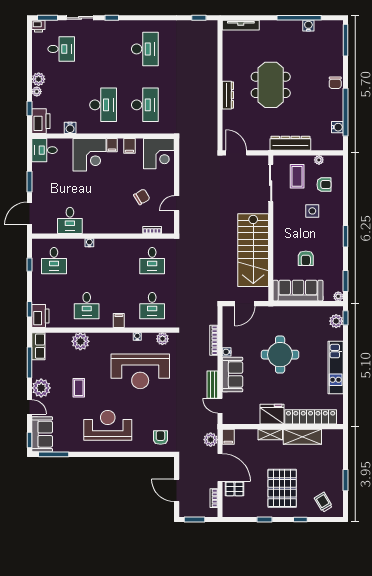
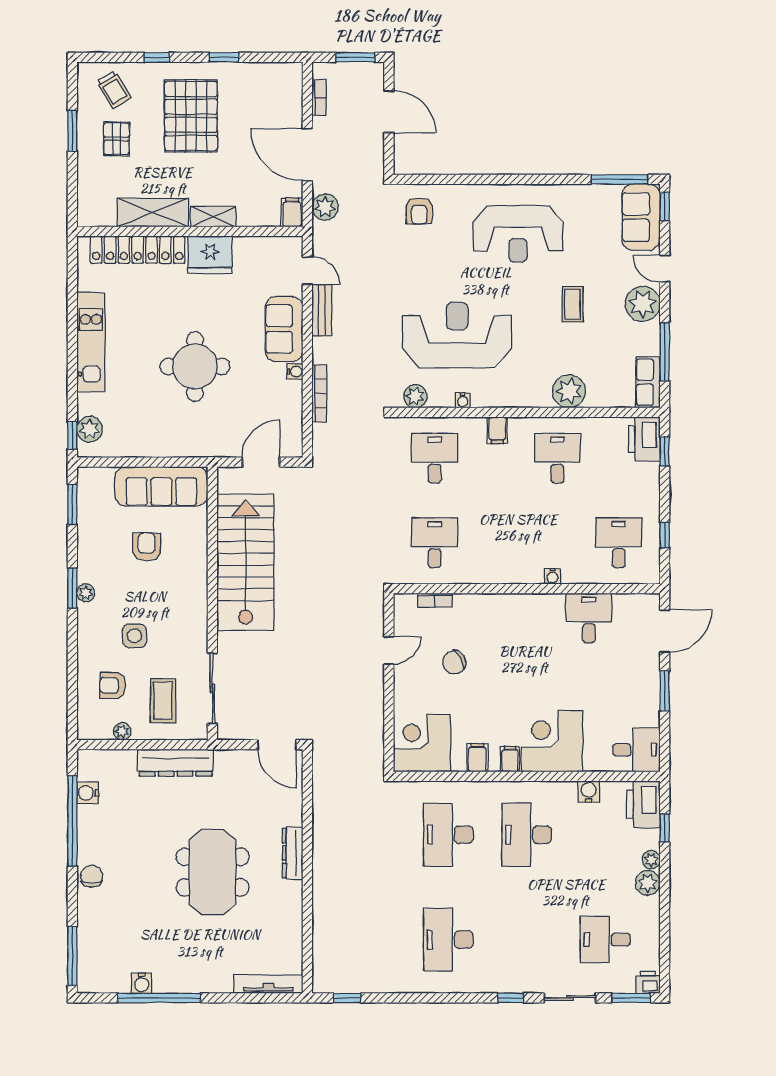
plant: (338, 296) -> (86, 593), moved
pallet: (234, 489) -> (117, 139), moved, turned 90

